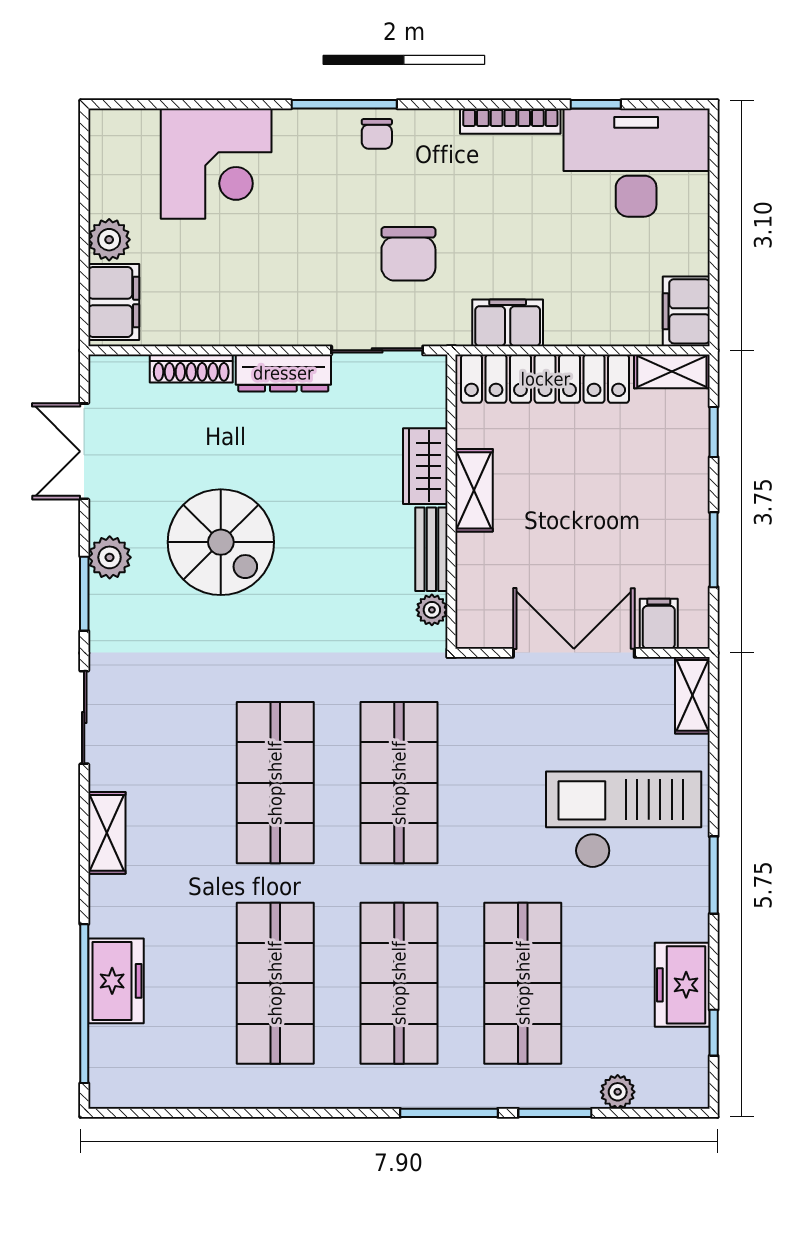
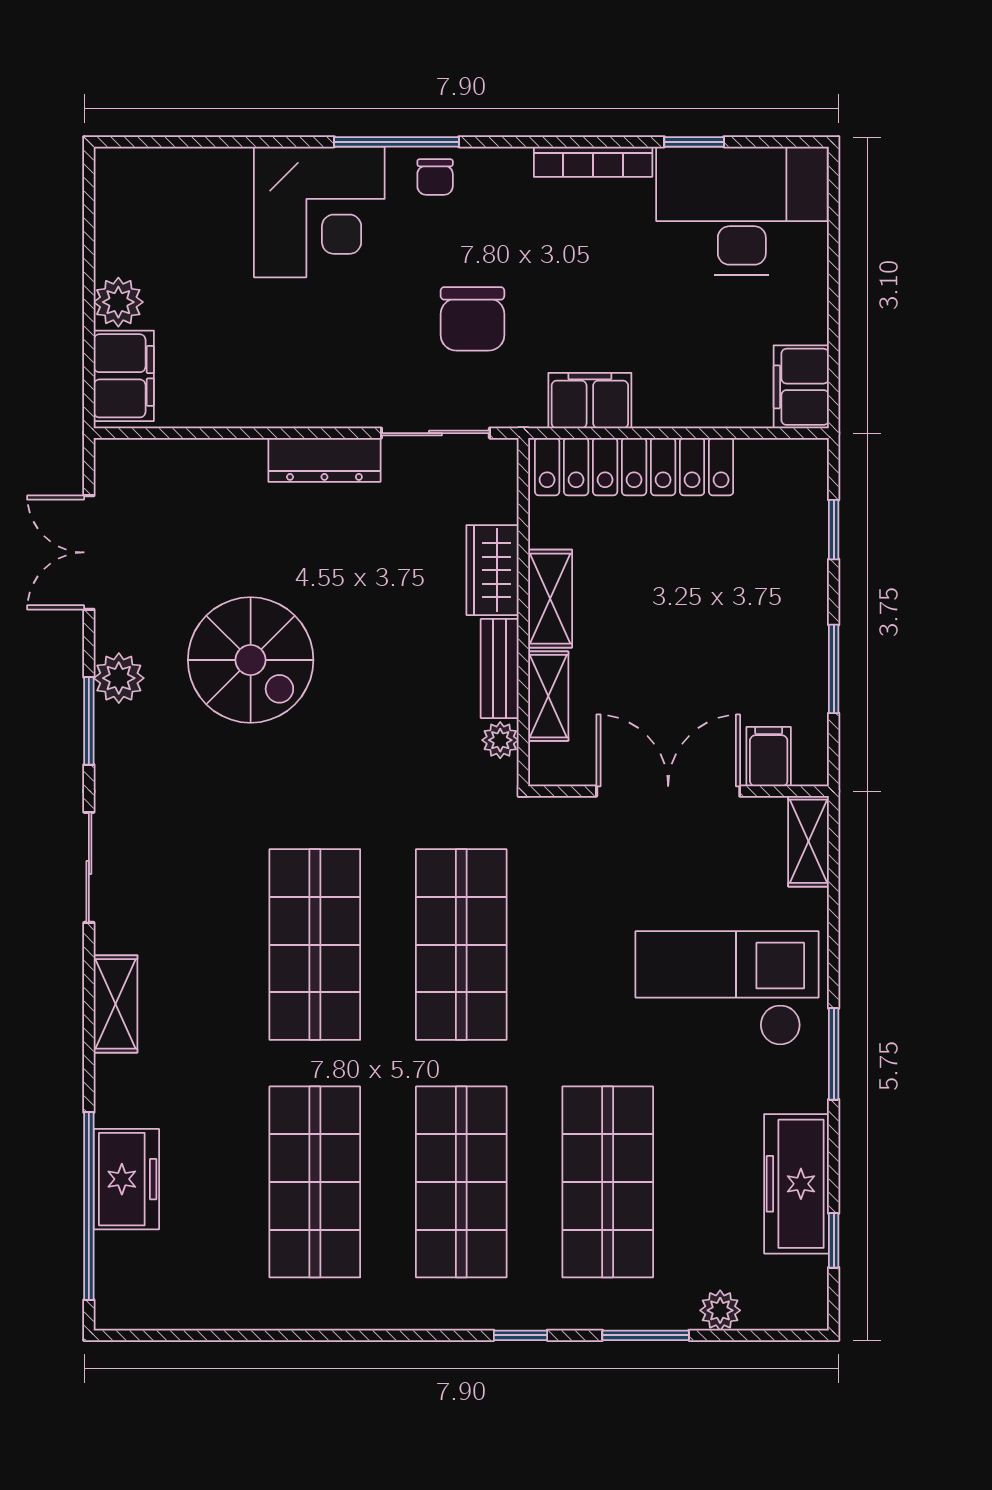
corner desk: (216, 164) -> (319, 212), moved
shoe rack: (191, 368) -> (215, 454), removed
shelving: (672, 371) -> (548, 696), moved, turned 90
freezer: (682, 985) -> (796, 1184), width x1.40
window: (449, 1113) -> (520, 1335), width x0.46

